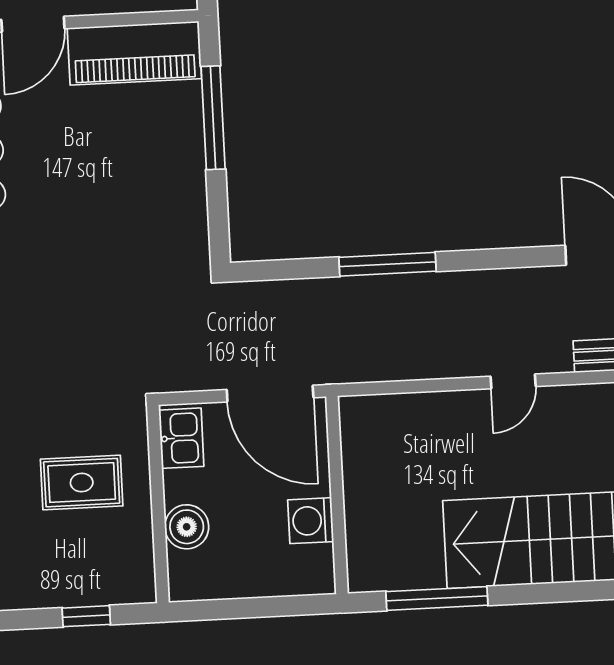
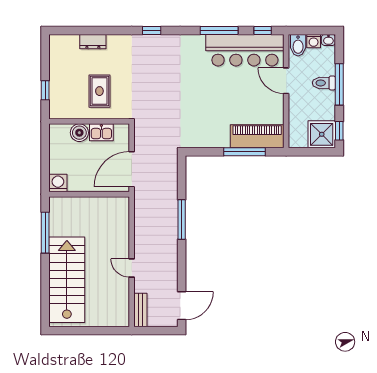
piano: (134, 53) -> (257, 136), moved, turned 90
kitchen sink: (181, 438) -> (101, 132), moved
washing machine: (311, 521) -> (58, 183), moved

